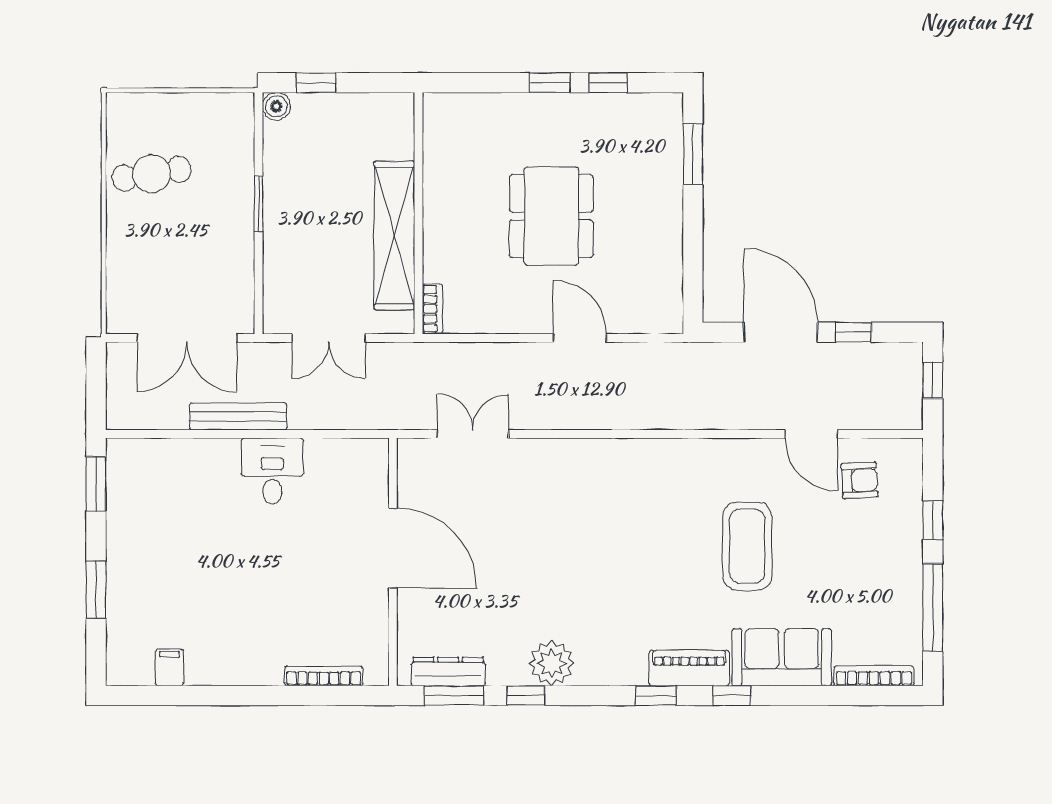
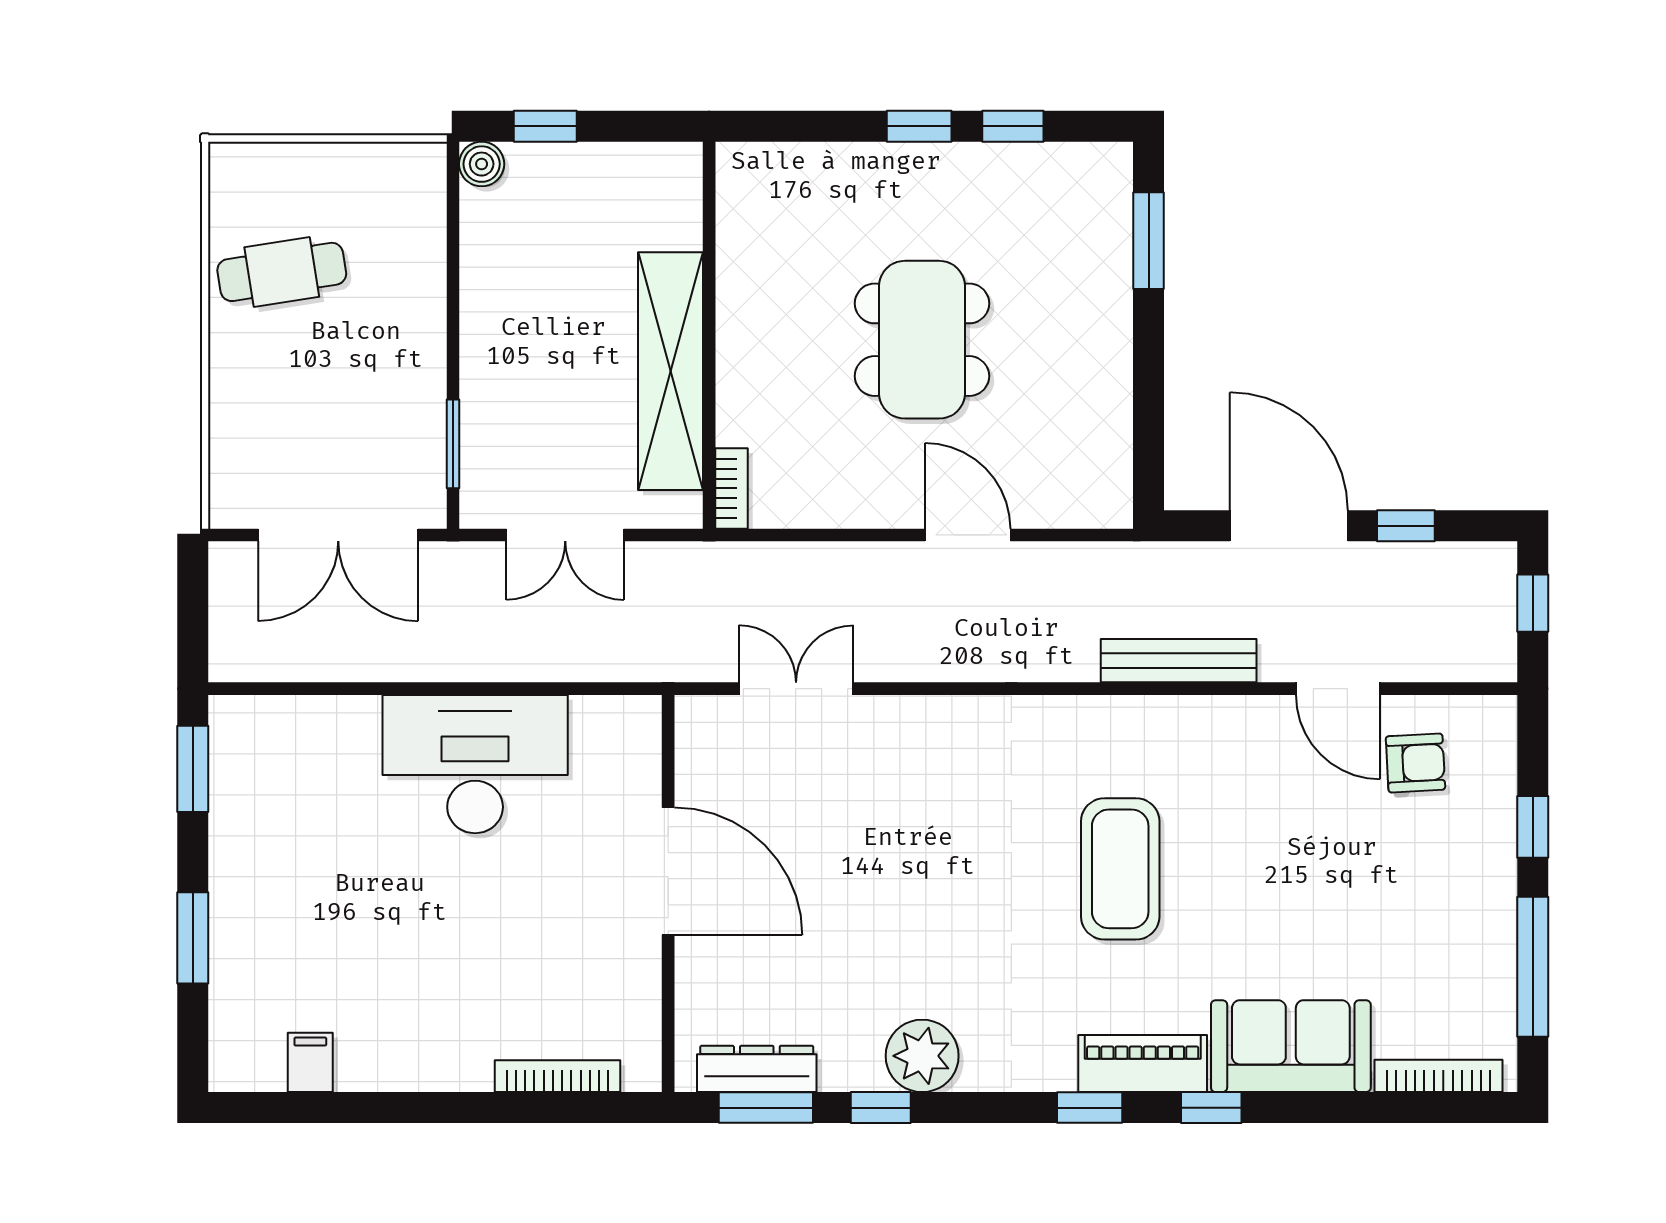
window: (259, 204) -> (453, 444), moved
bench: (238, 416) -> (1179, 661), moved
desk: (272, 471) -> (475, 764), width x1.87, depth x1.30
coffee table: (747, 546) -> (1120, 869), moved

